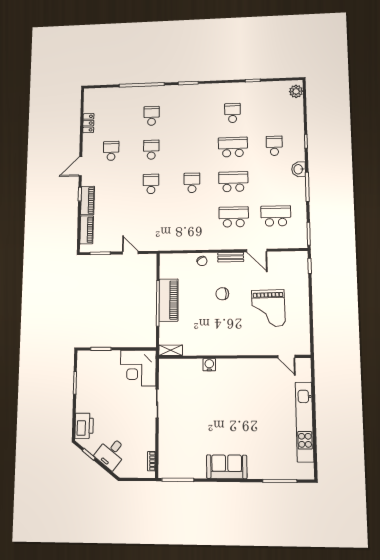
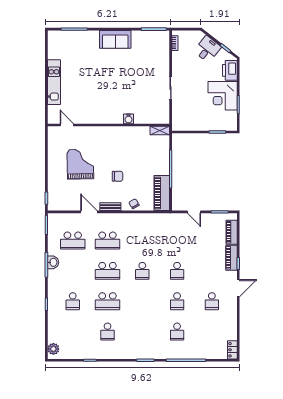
locker: (88, 123) -> (232, 350), moved
washbasin: (299, 169) -> (53, 262), moved
piano: (169, 300) -> (162, 193), moved
corner desk: (138, 368) -> (223, 96), moved, turned 180
kitchen unit: (304, 422) -> (54, 82), width x0.73

